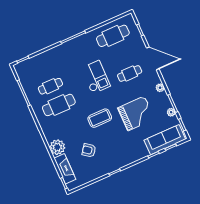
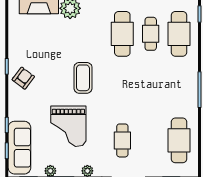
cafe table: (42, 67) -> (179, 34), added
checkout: (96, 77) -> (137, 96), removed
armchair: (89, 150) -> (23, 78), moved

